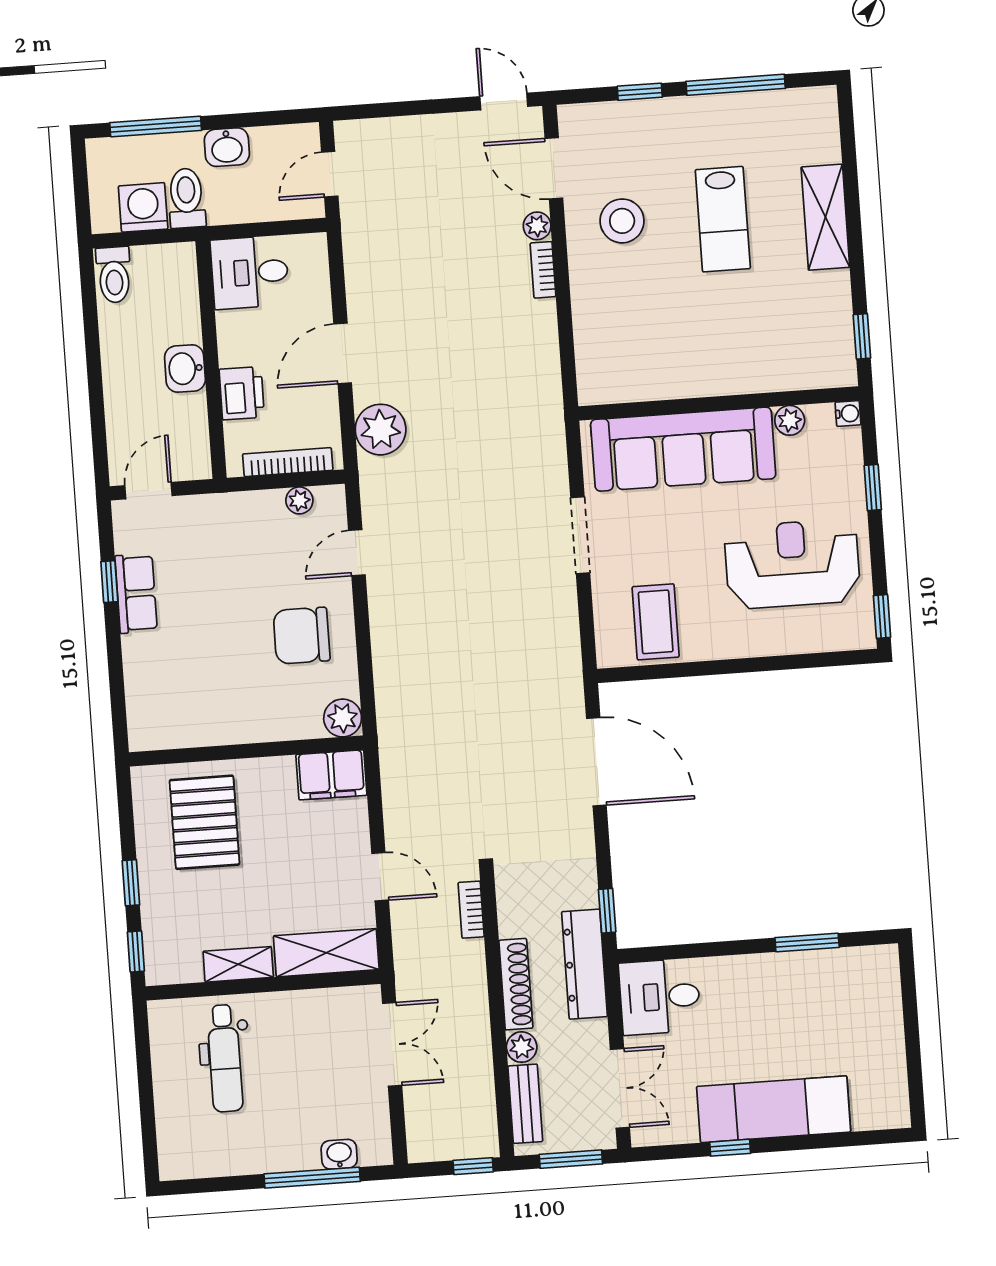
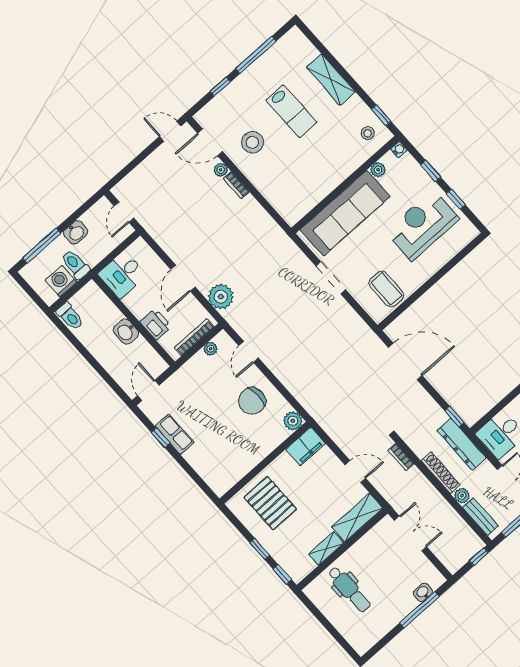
stool: (818, 349) -> (368, 133), added
window: (882, 616) -> (456, 199), moved

